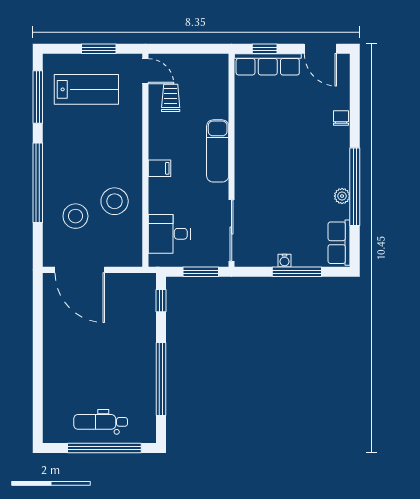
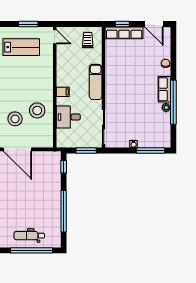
trolley: (171, 98) -> (88, 40), moved
desk: (169, 234) -> (68, 117), moved
row of seats: (339, 243) -> (164, 89), moved
window: (297, 272) -> (151, 150), moved

